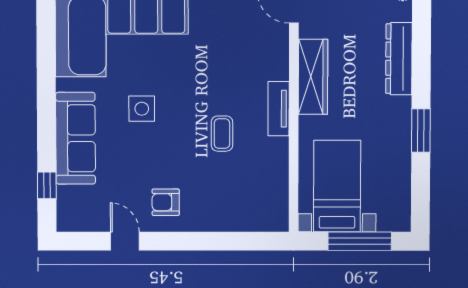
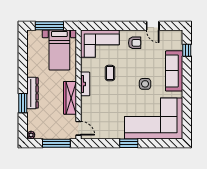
dresser: (399, 59) -> (33, 93), moved
window: (421, 131) -> (23, 103), moved
corner sofa: (245, 201) -> (100, 44), added

